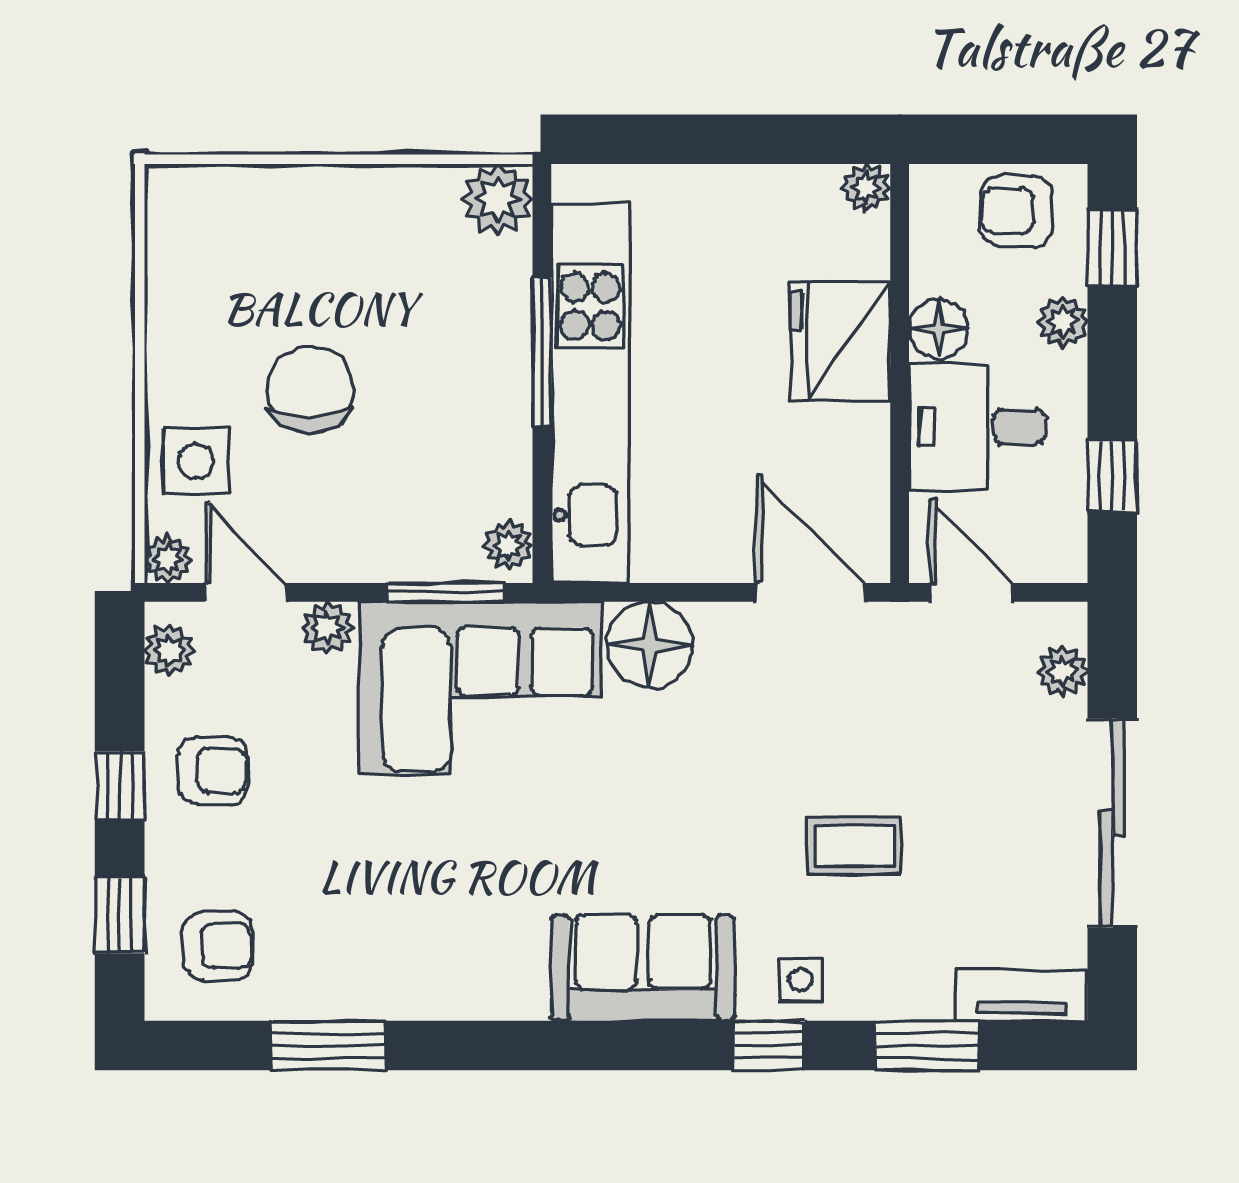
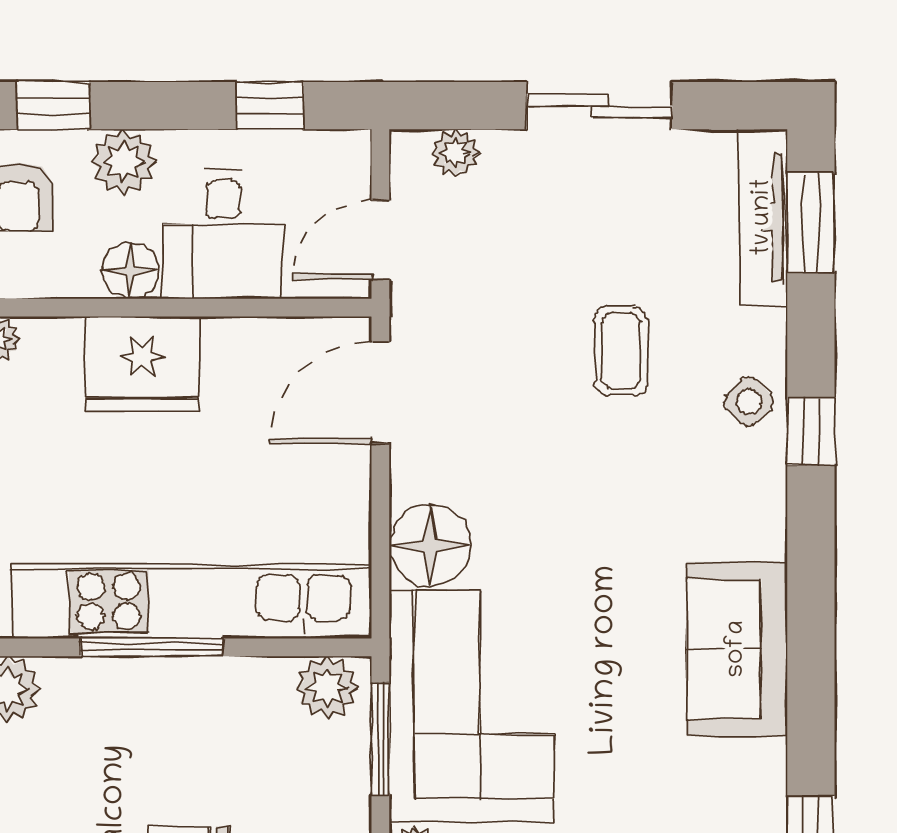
plant: (1063, 322) -> (123, 162), width x1.38, depth x1.38
plant: (509, 545) -> (327, 687), width x1.38, depth x1.38
sliding door: (1112, 823) -> (600, 106), width x0.73
sofa: (643, 968) -> (737, 649), moved
side table: (801, 980) -> (749, 401), turned 45
tv unit: (1022, 996) -> (763, 217), width x1.41
window: (927, 1046) -> (811, 222), moved

